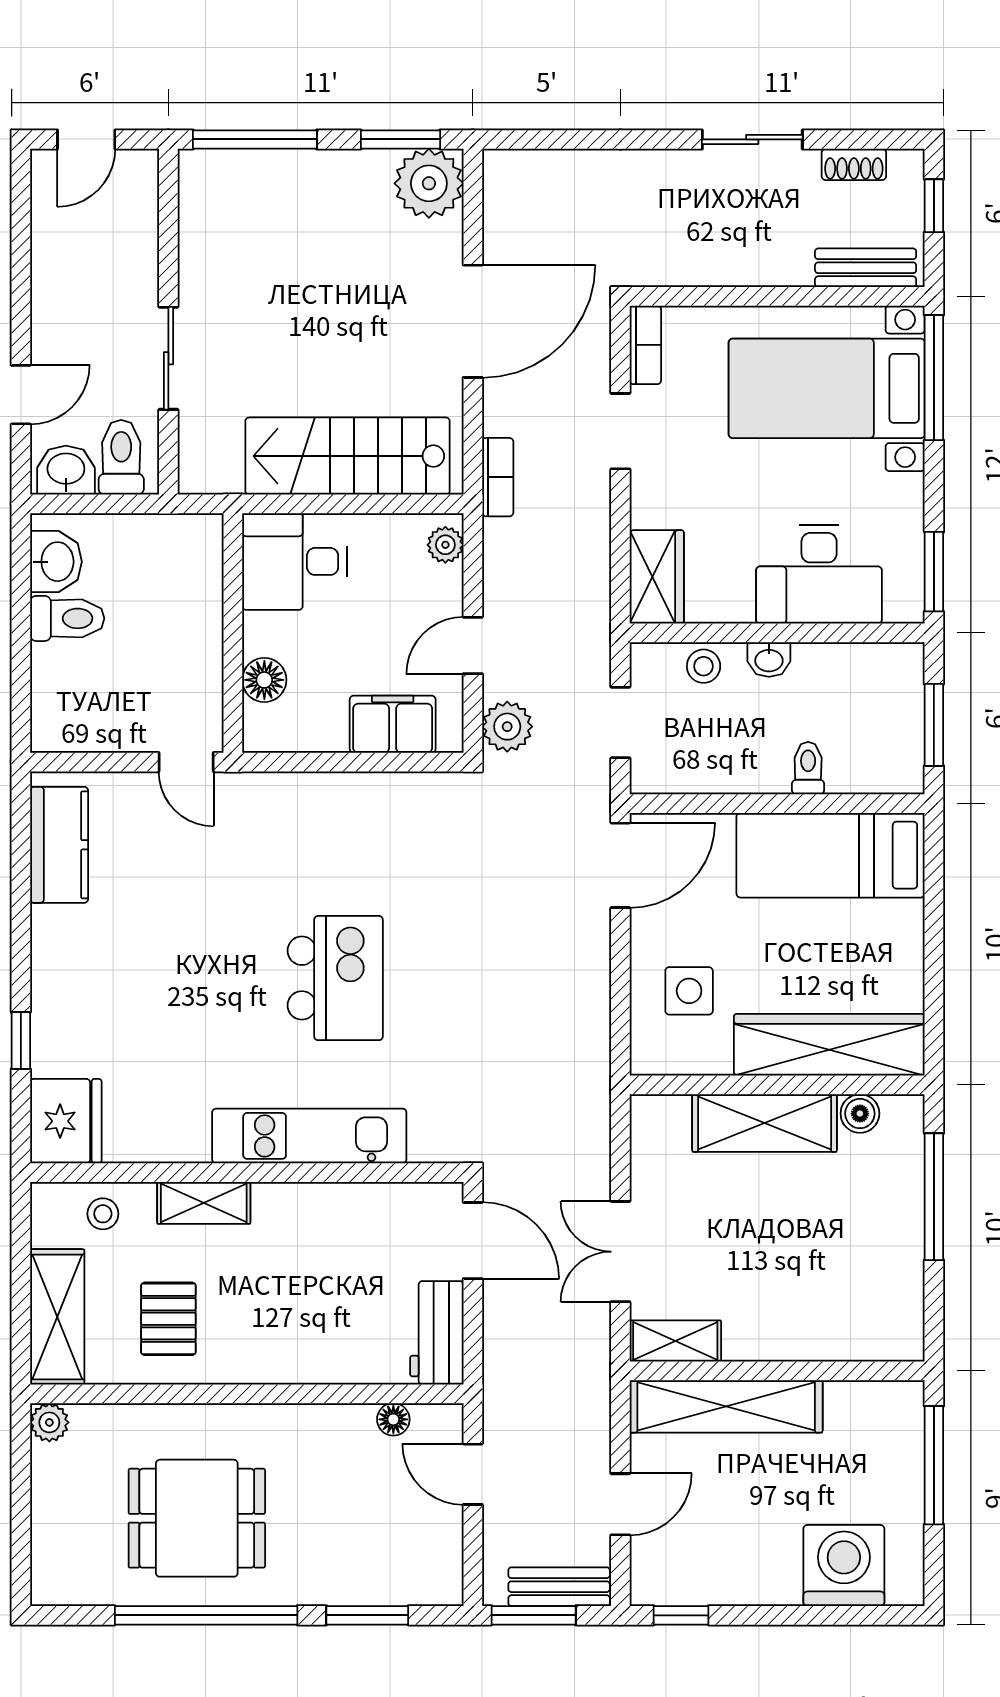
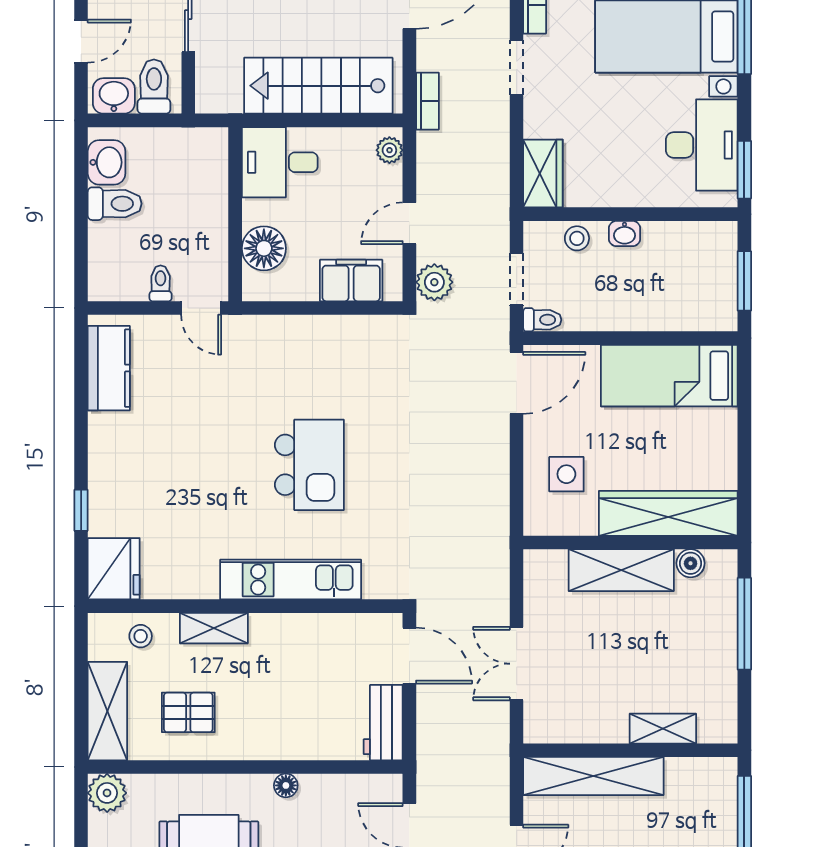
desk: (819, 574) -> (702, 145), moved, turned -90
floor lamp: (264, 680) -> (264, 248), width x1.38, depth x1.38
toilet: (130, 728) -> (161, 283), added
toilet: (808, 768) -> (542, 320), moved, turned 90
pallet: (168, 1319) -> (188, 712), turned 90
shelving: (675, 1341) -> (663, 729), moved
floor lamp: (393, 1419) -> (286, 785), moved
plant: (49, 1422) -> (107, 793), width x1.38, depth x1.38

